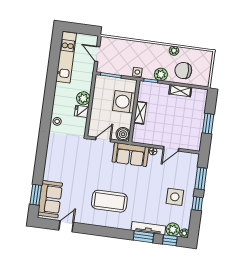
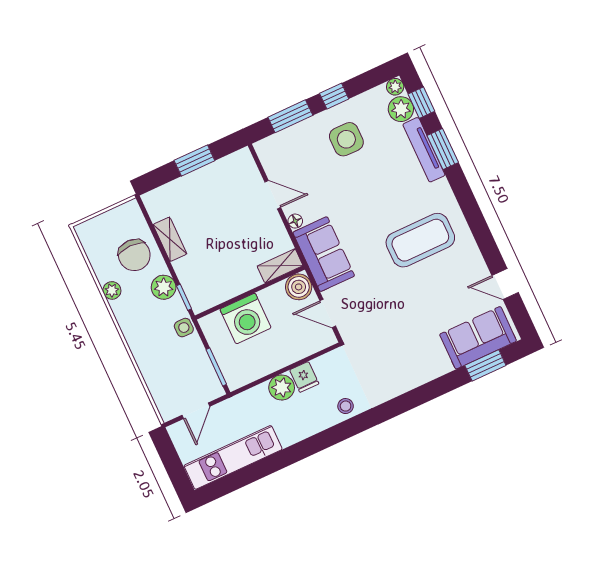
shelving: (140, 113) -> (280, 266), moved
coffee table: (109, 201) -> (420, 240), turned 90

